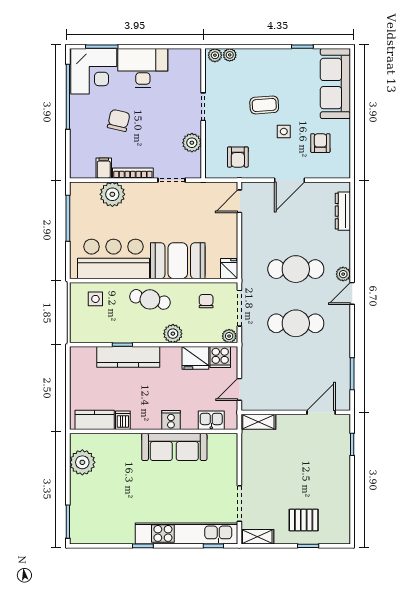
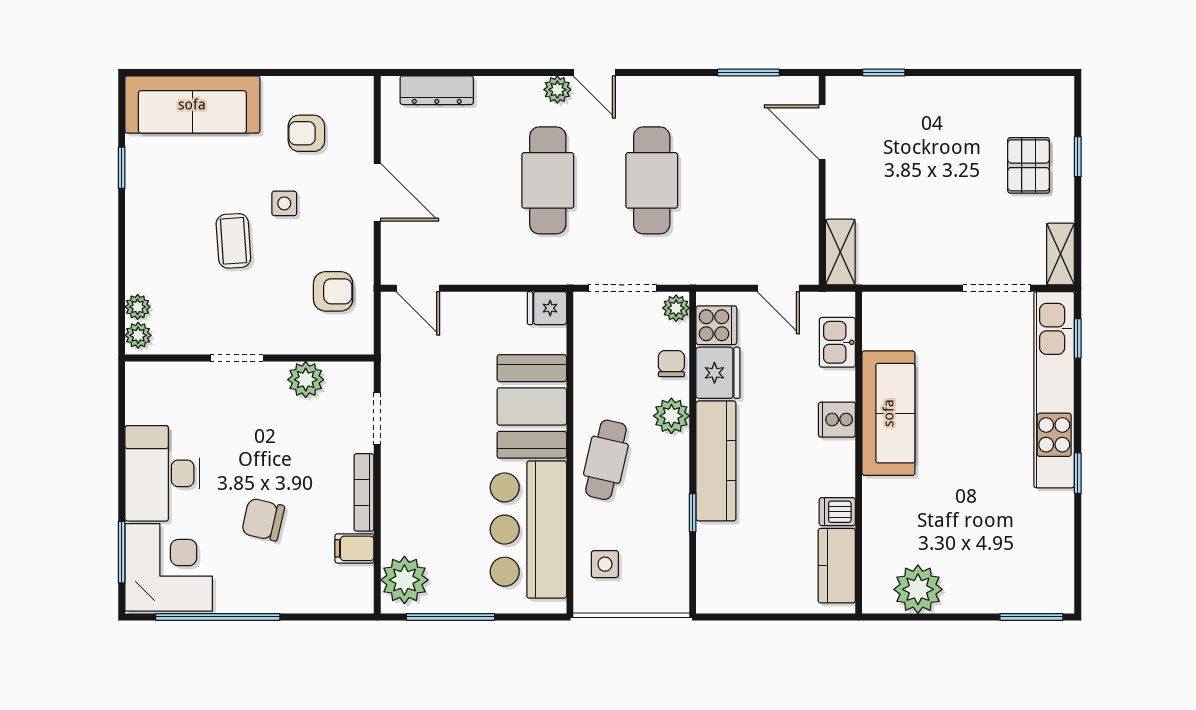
plant: (112, 194) -> (404, 580), moved
chair: (206, 301) -> (671, 364), moved, turned 90
kitchen counter: (128, 357) -> (716, 461), moved

